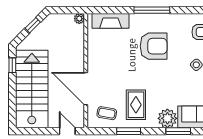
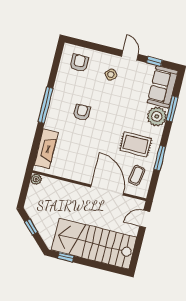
armchair: (154, 46) -> (82, 112), width x0.53, depth x0.53
door: (86, 89) -> (107, 190), swing flipped

